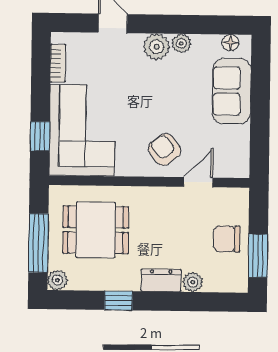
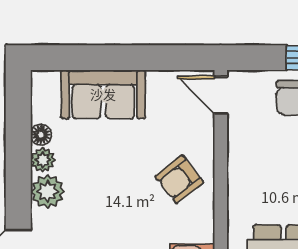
floor lamp: (230, 43) -> (41, 135), moved
door: (198, 182) -> (221, 95), moved

